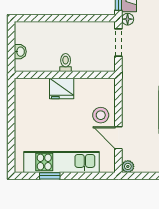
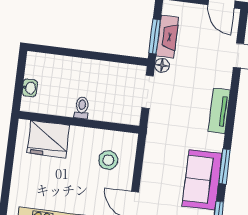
fridge: (62, 89) -> (48, 139), moved, width x1.36, depth x1.34
stool: (101, 115) -> (108, 160), moved

